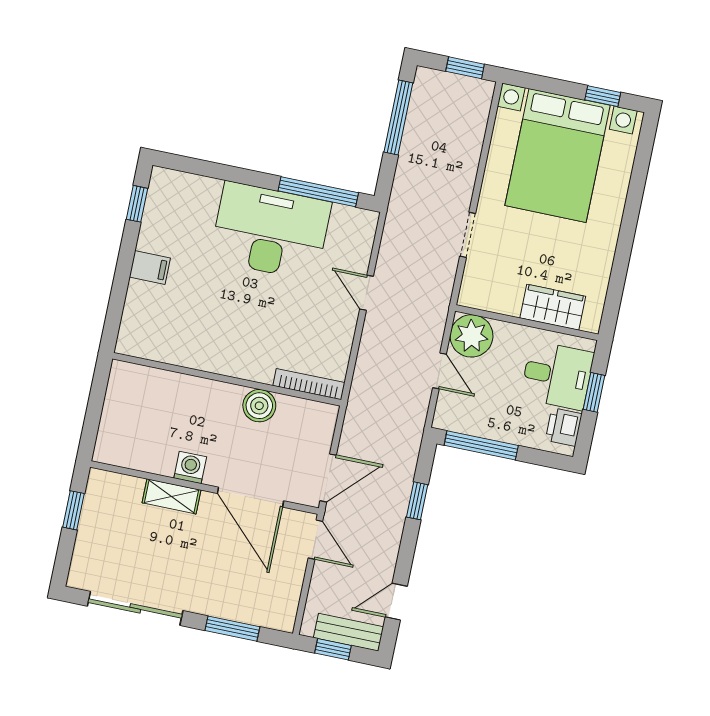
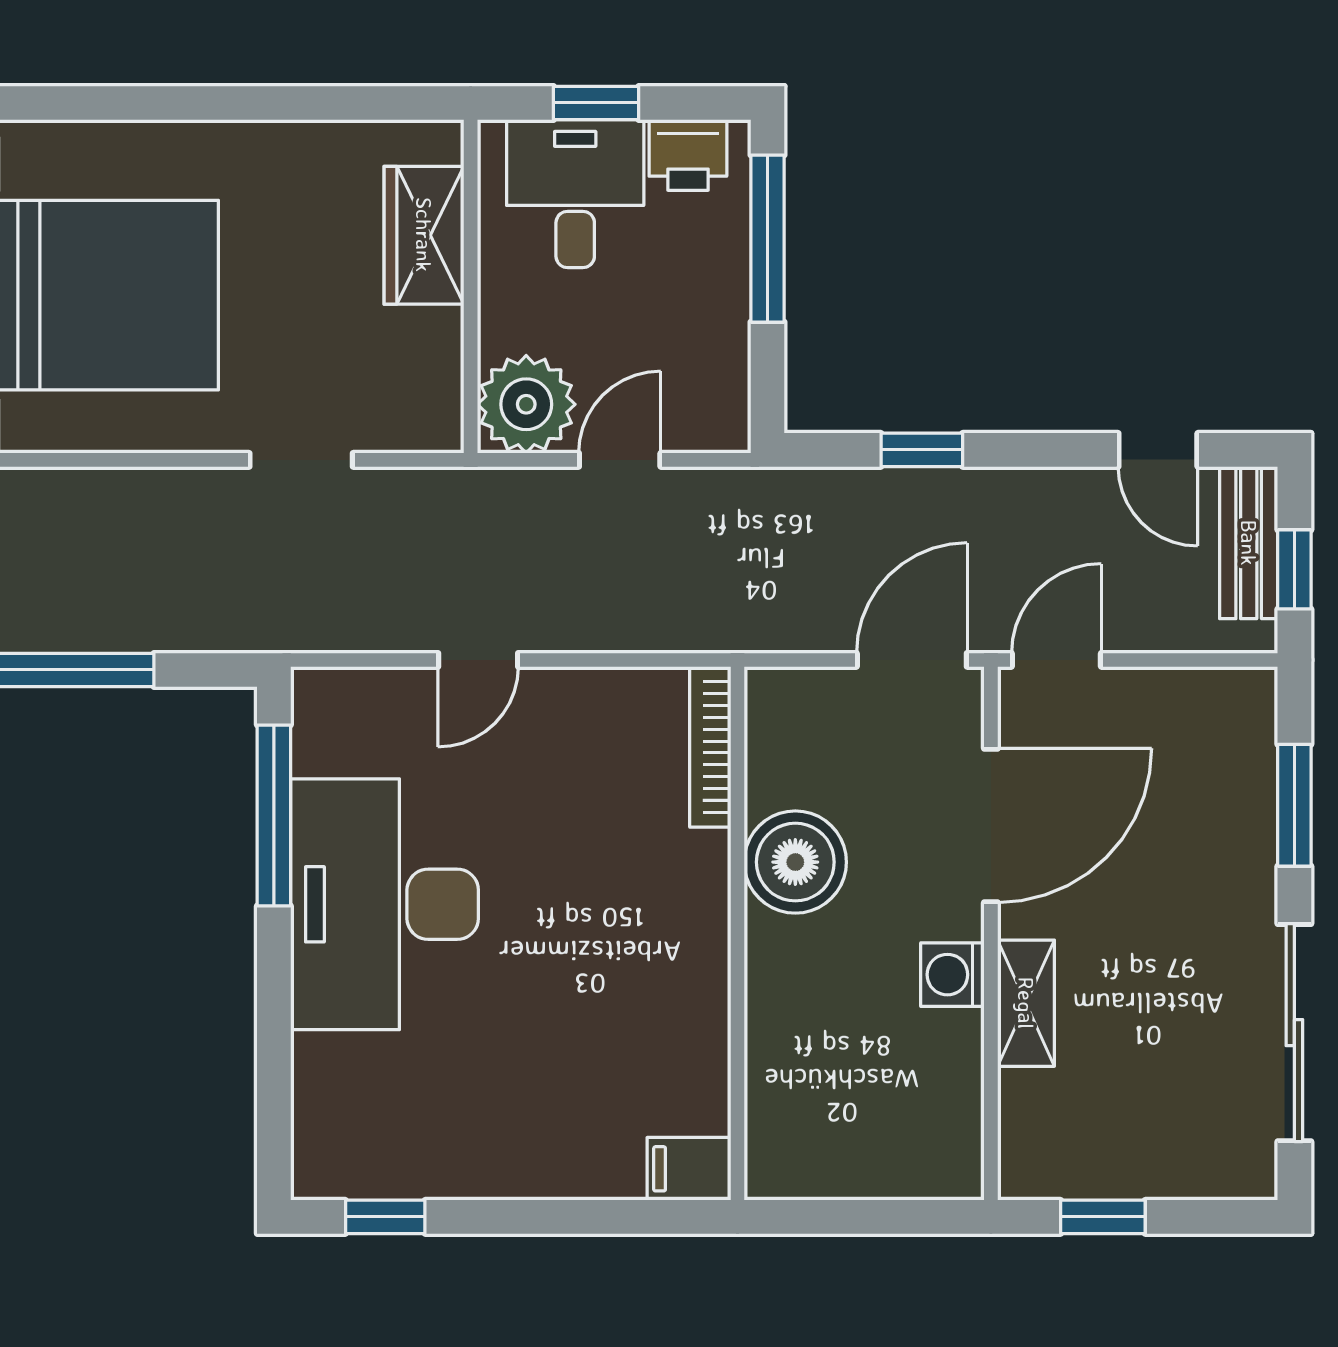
filing cabinet: (150, 267) -> (689, 1169), moved, turned -90
boiler: (259, 406) -> (795, 862), width x1.37, depth x1.37
window: (481, 445) -> (767, 239), moved
door: (328, 478) -> (912, 660), hinge flipped

